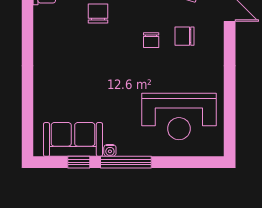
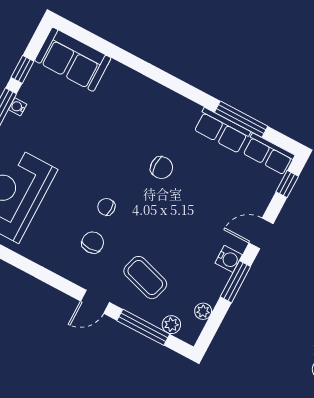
sofa: (73, 139) -> (73, 59), moved, turned 90

